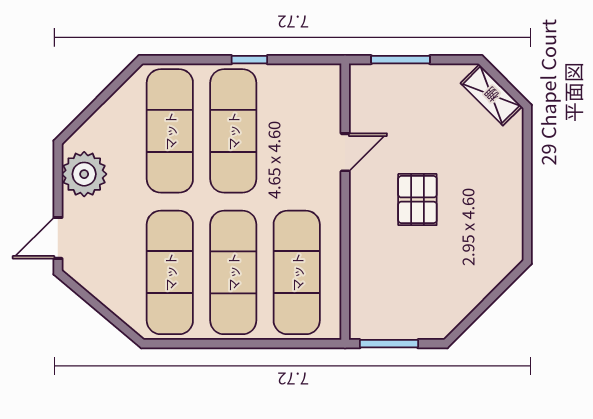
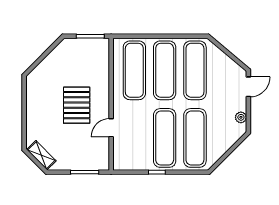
plant: (84, 174) -> (241, 117), width x0.53, depth x0.53
pallet: (417, 200) -> (77, 105), width x1.50, depth x1.42

